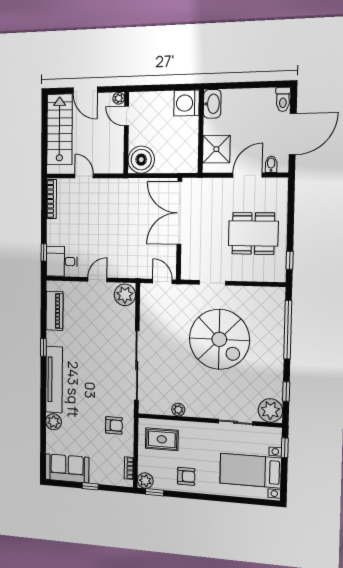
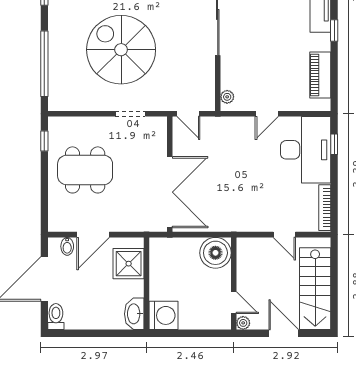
desk: (62, 261) -> (306, 150), width x1.87, depth x1.30
plant: (125, 295) -> (227, 97), width x0.53, depth x0.53

